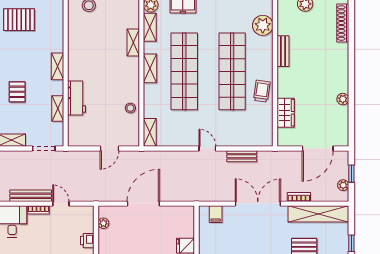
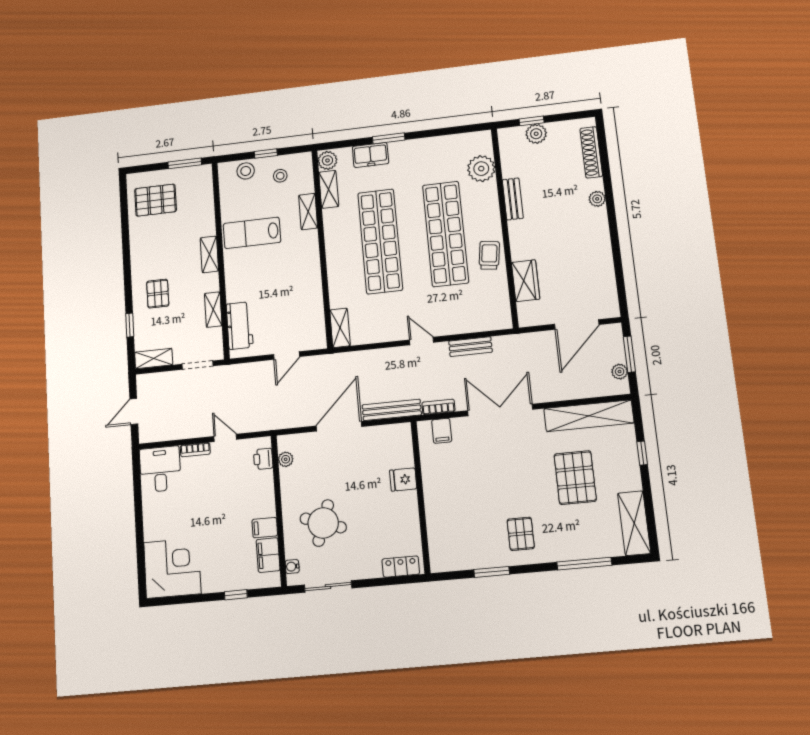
lab bench: (90, 54) -> (252, 233), added
shelving: (150, 68) -> (333, 243), removed
workbench: (77, 98) -> (240, 326), moved
plant: (343, 99) -> (597, 199), moved
stool: (130, 108) -> (280, 176), moved
window: (351, 174) -> (629, 354), width x1.50
bench: (31, 196) -> (392, 410), moved
bookcase: (299, 197) -> (438, 407), moved
printer: (87, 241) -> (263, 459), moved

